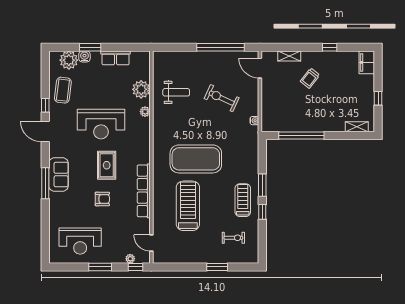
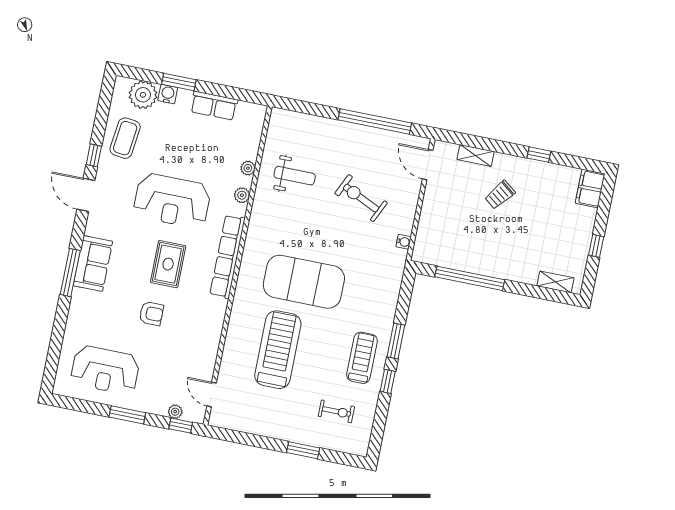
plant: (141, 89) -> (248, 168), width x0.53, depth x0.53
row of seats: (144, 191) -> (227, 257), moved

